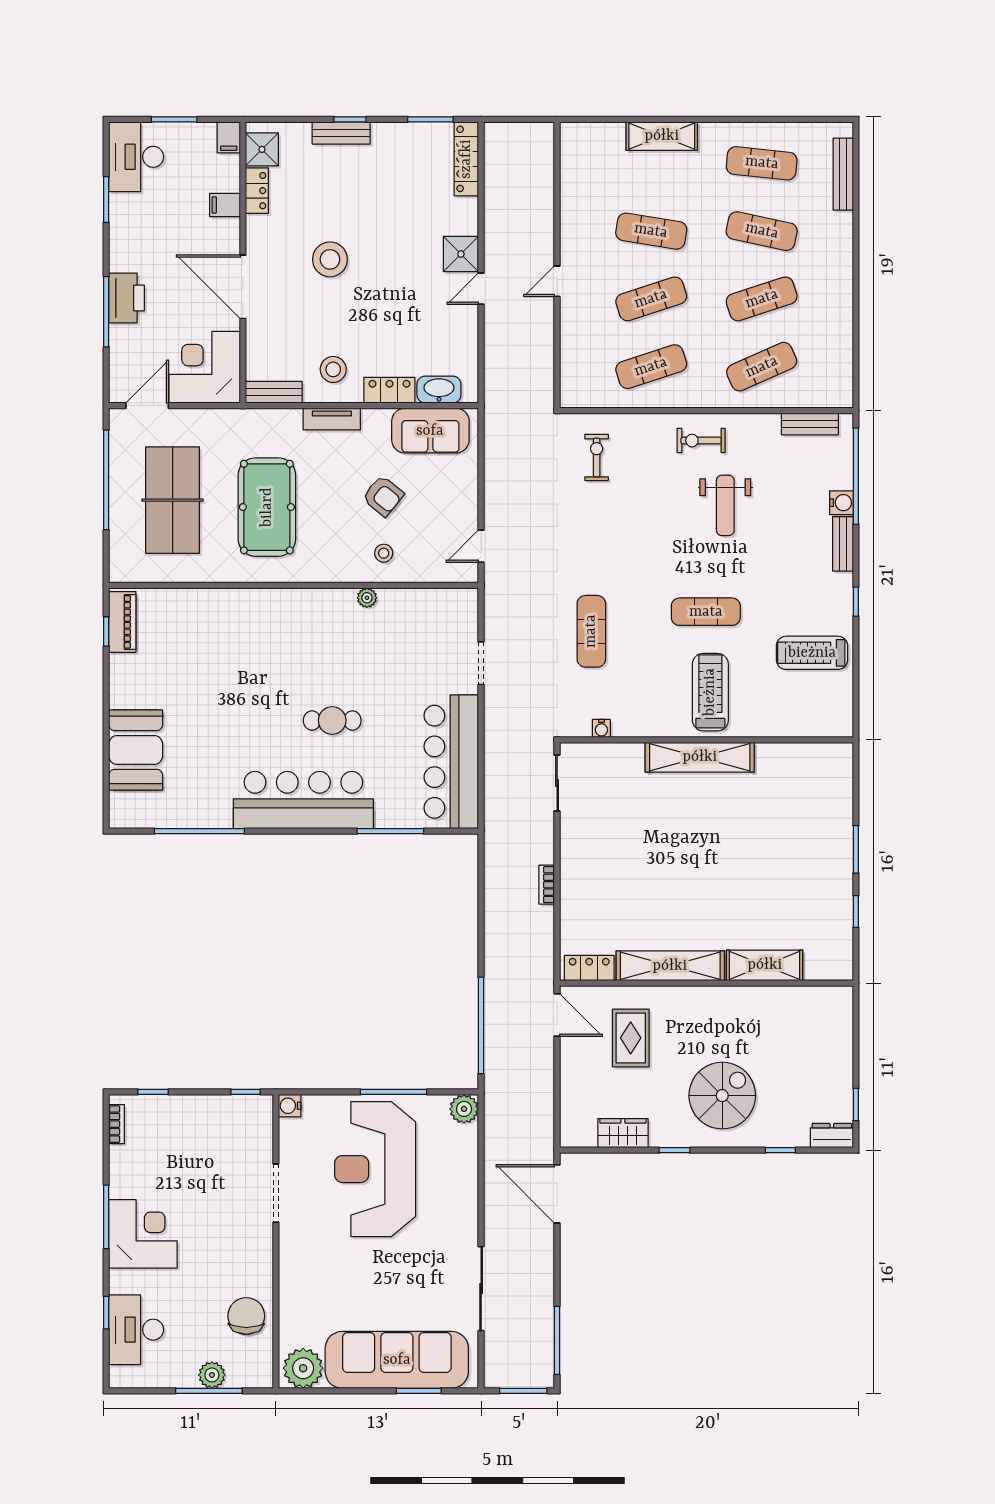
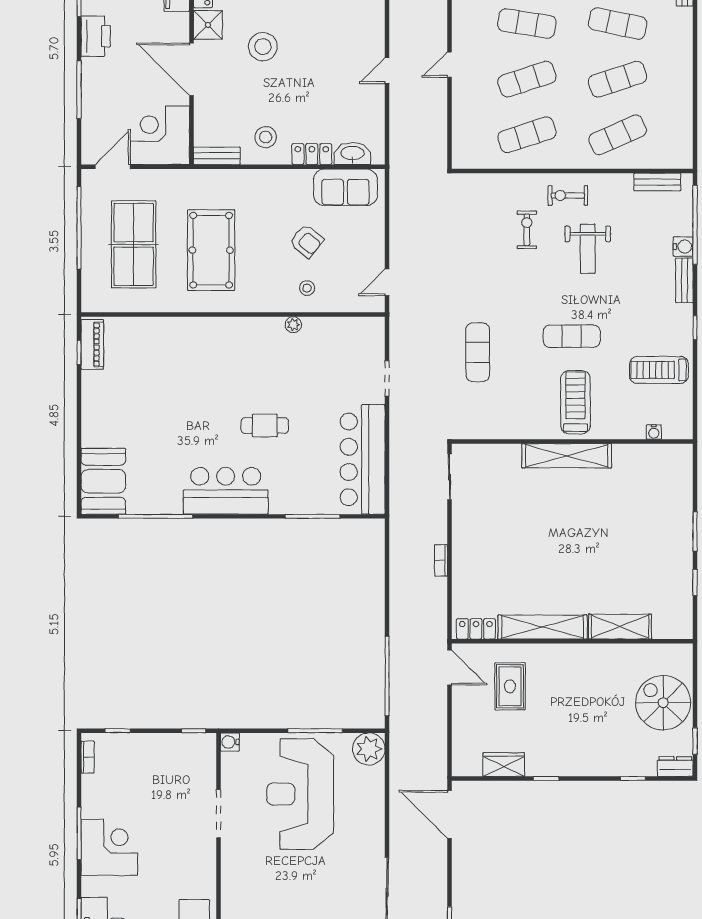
shower: (461, 254) -> (208, 25), moved
printer: (127, 298) -> (96, 36), moved
tv unit: (332, 419) -> (264, 178), removed
exercise bike: (597, 457) -> (527, 230), moved
water cooler: (601, 728) -> (654, 432), moved
booth: (136, 750) -> (103, 481), moved
bar counter: (303, 800) -> (226, 491), width x0.73
spiral stairs: (722, 1096) -> (663, 703), moved, turned -90
plant: (464, 1109) -> (369, 749), width x1.36, depth x1.36

